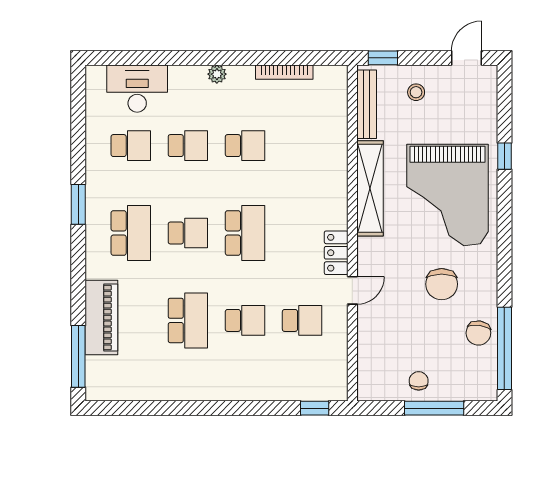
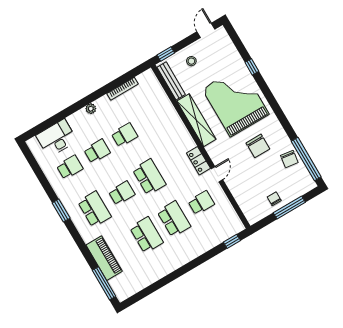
grand piano: (448, 195) -> (236, 101), turned 180
school desk: (245, 320) -> (174, 219), width x1.85

